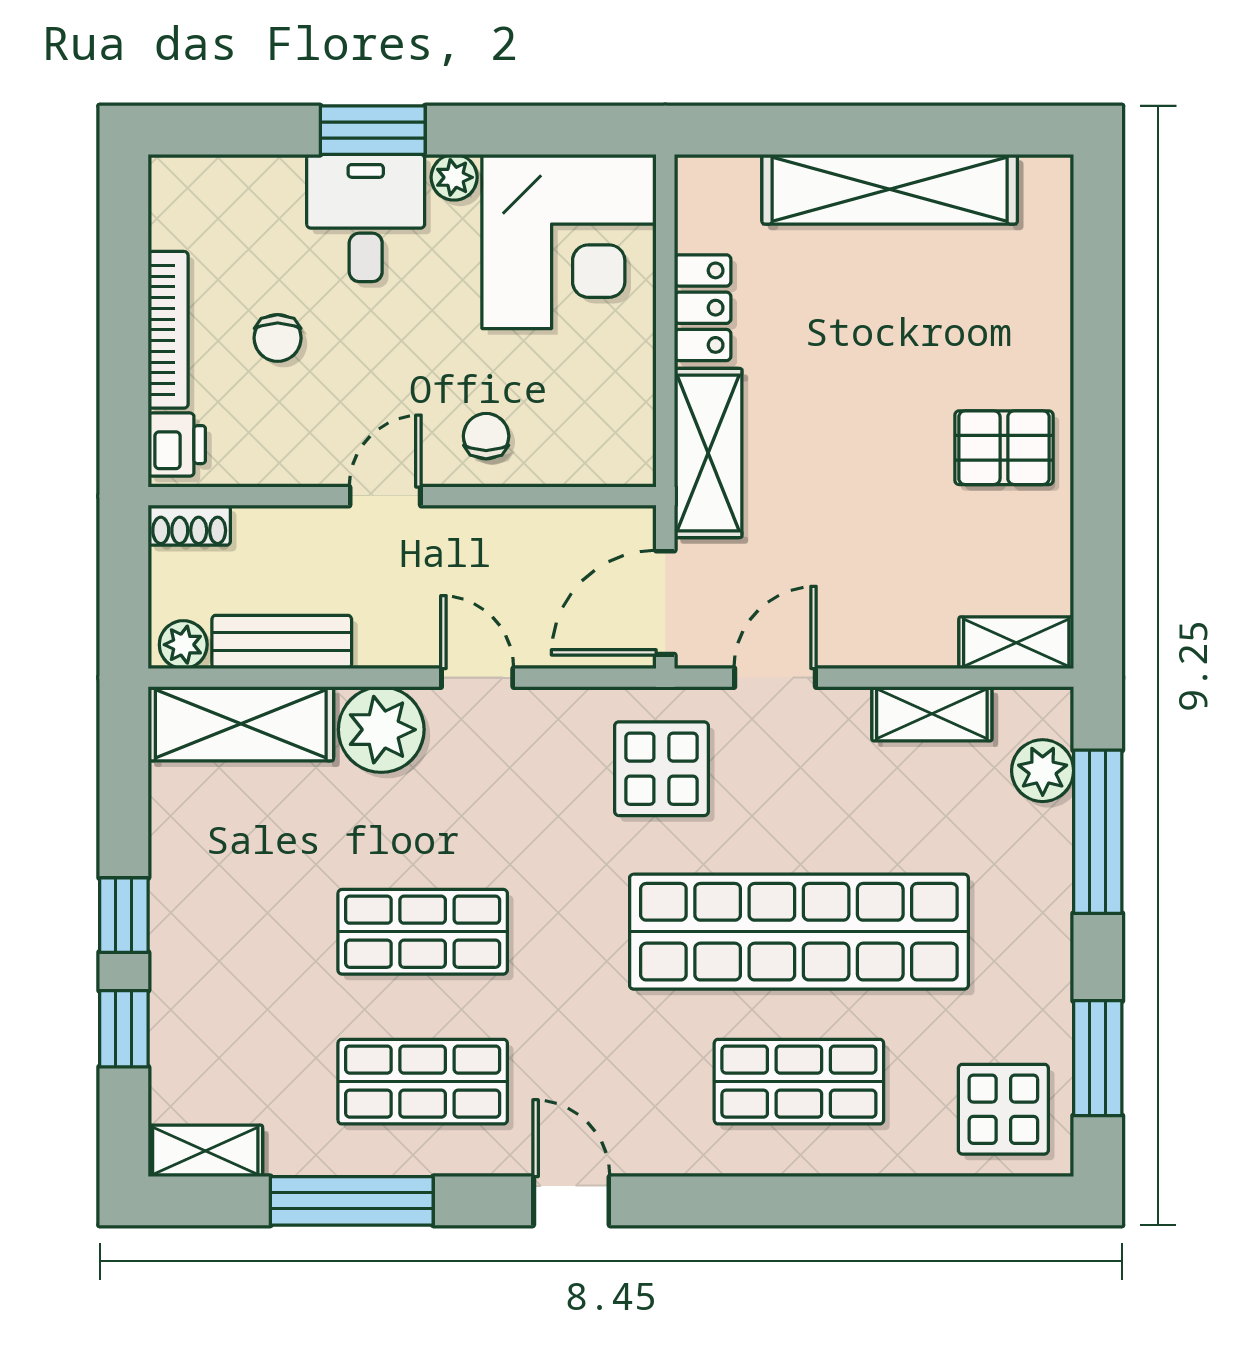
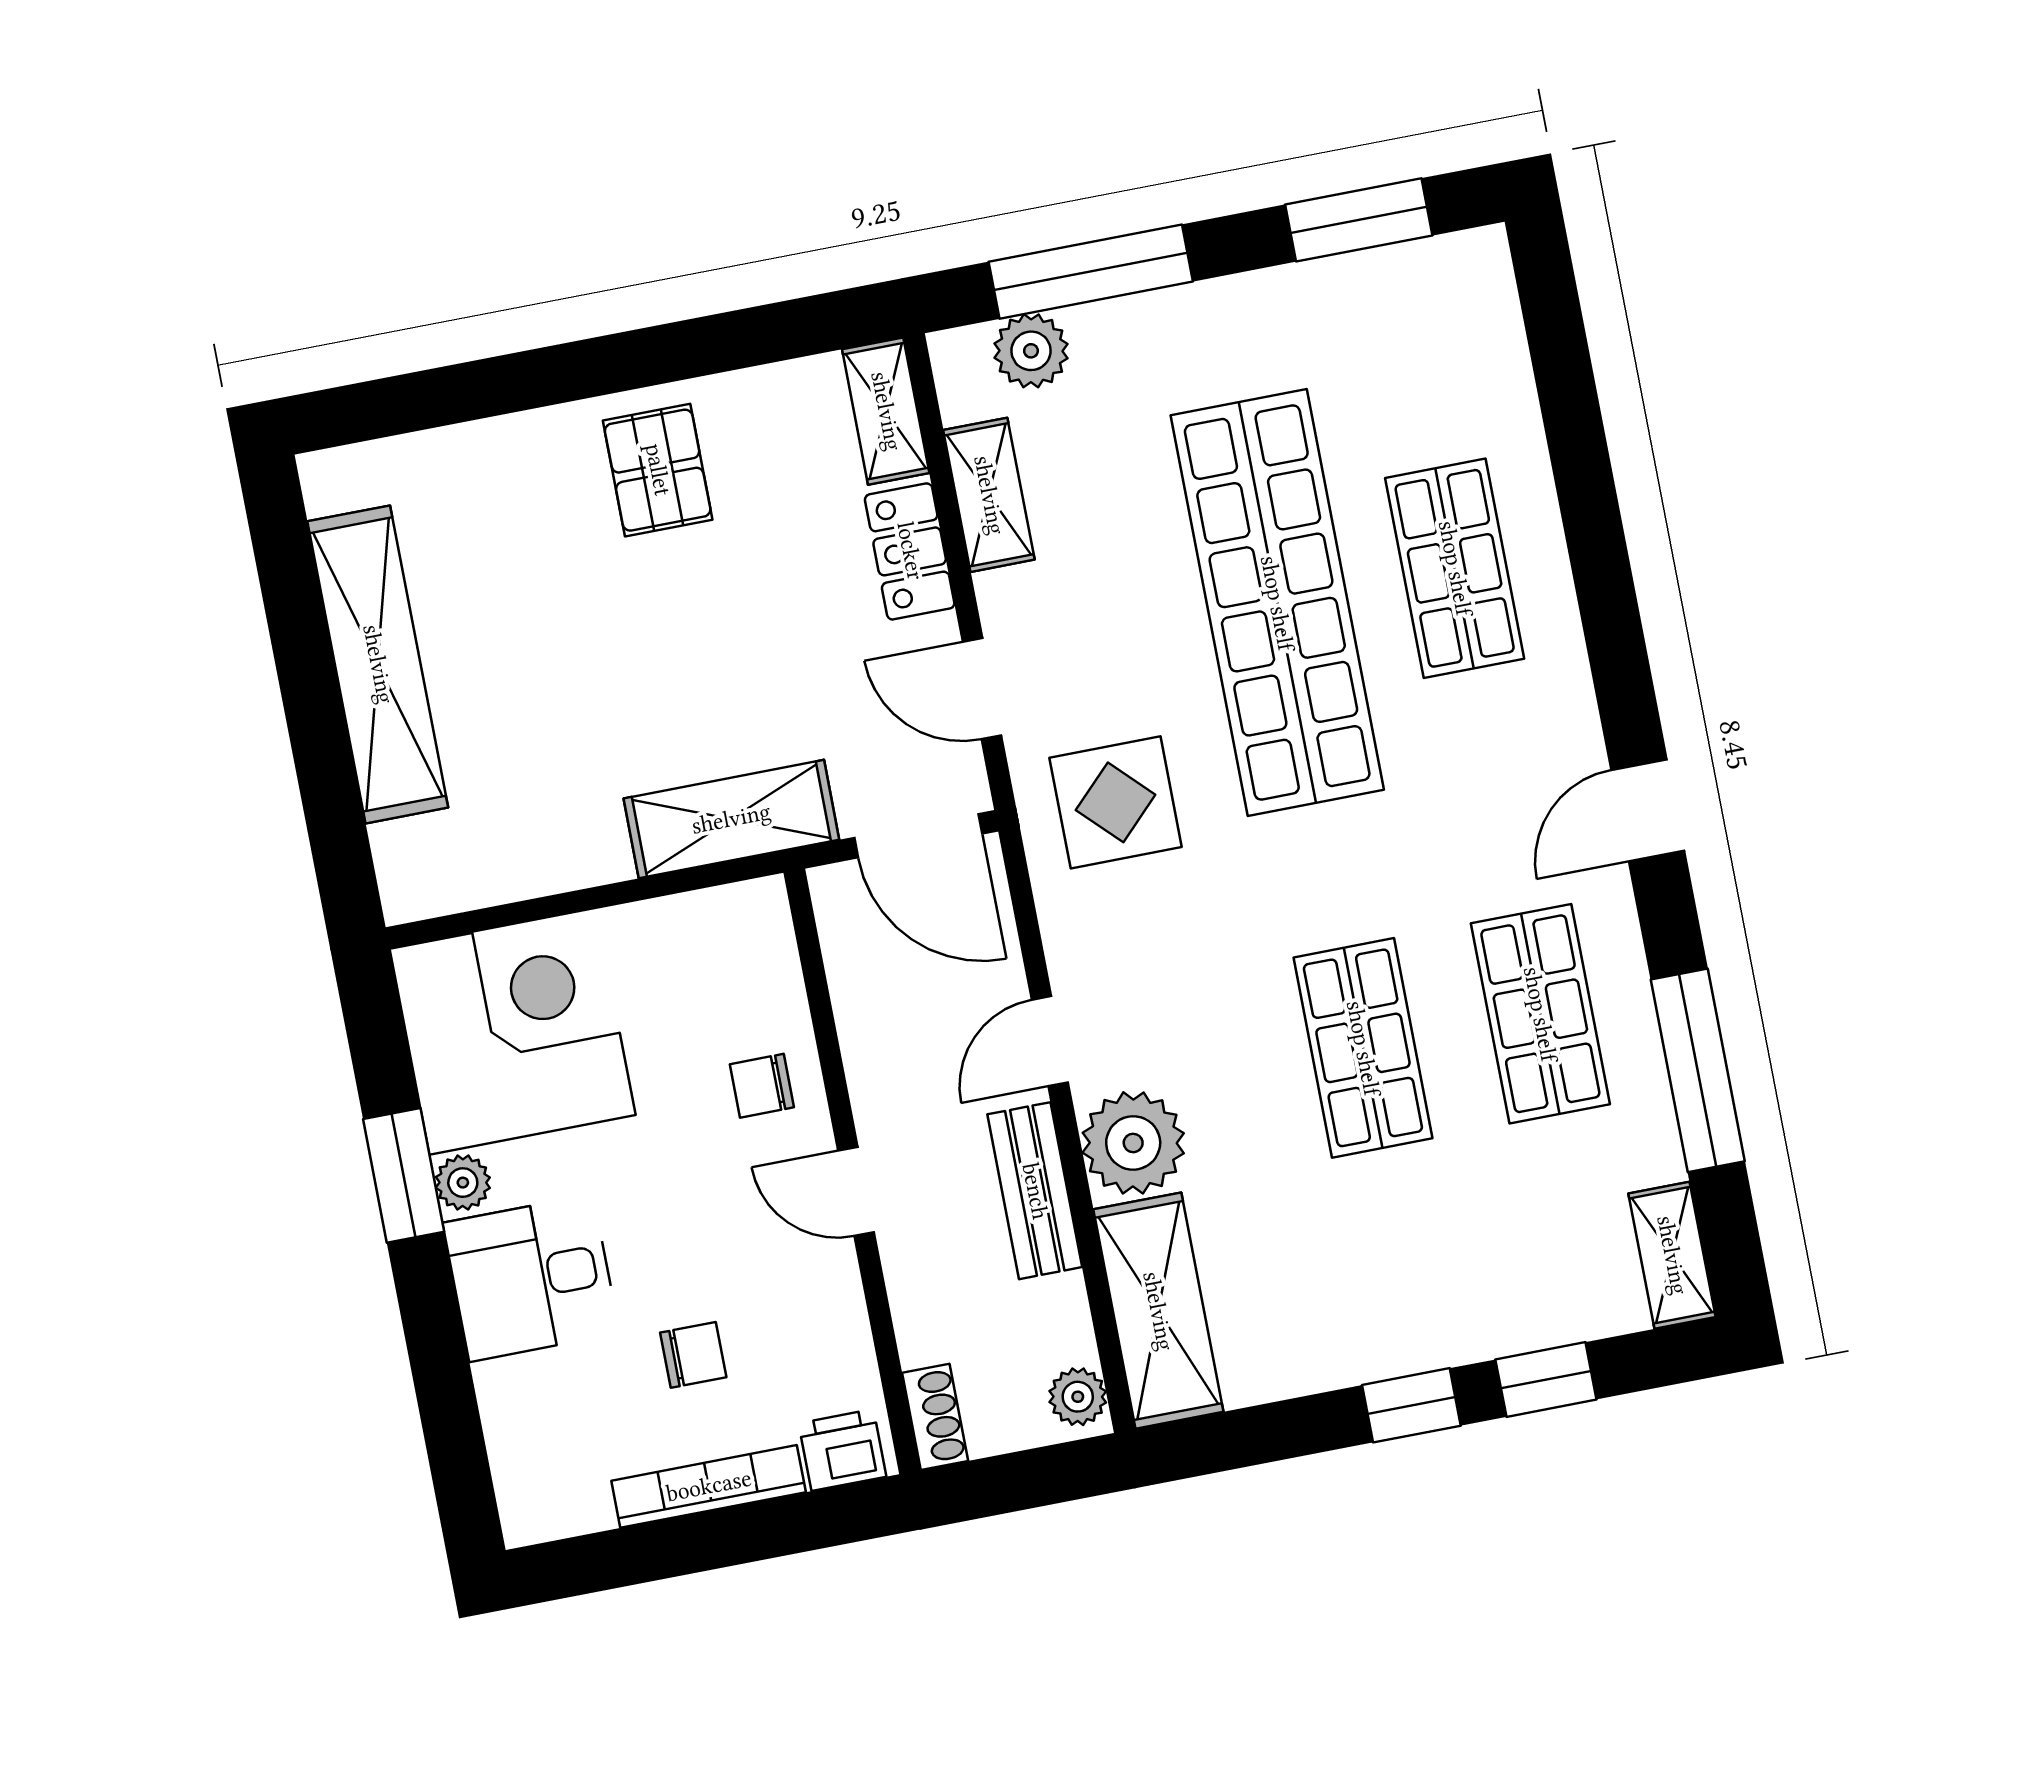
window: (373, 130) -> (404, 1175), moved
locker: (703, 308) -> (910, 551), moved, turned -90
bench: (282, 642) -> (1035, 1191), moved
display table: (1003, 1109) -> (1441, 320), removed

